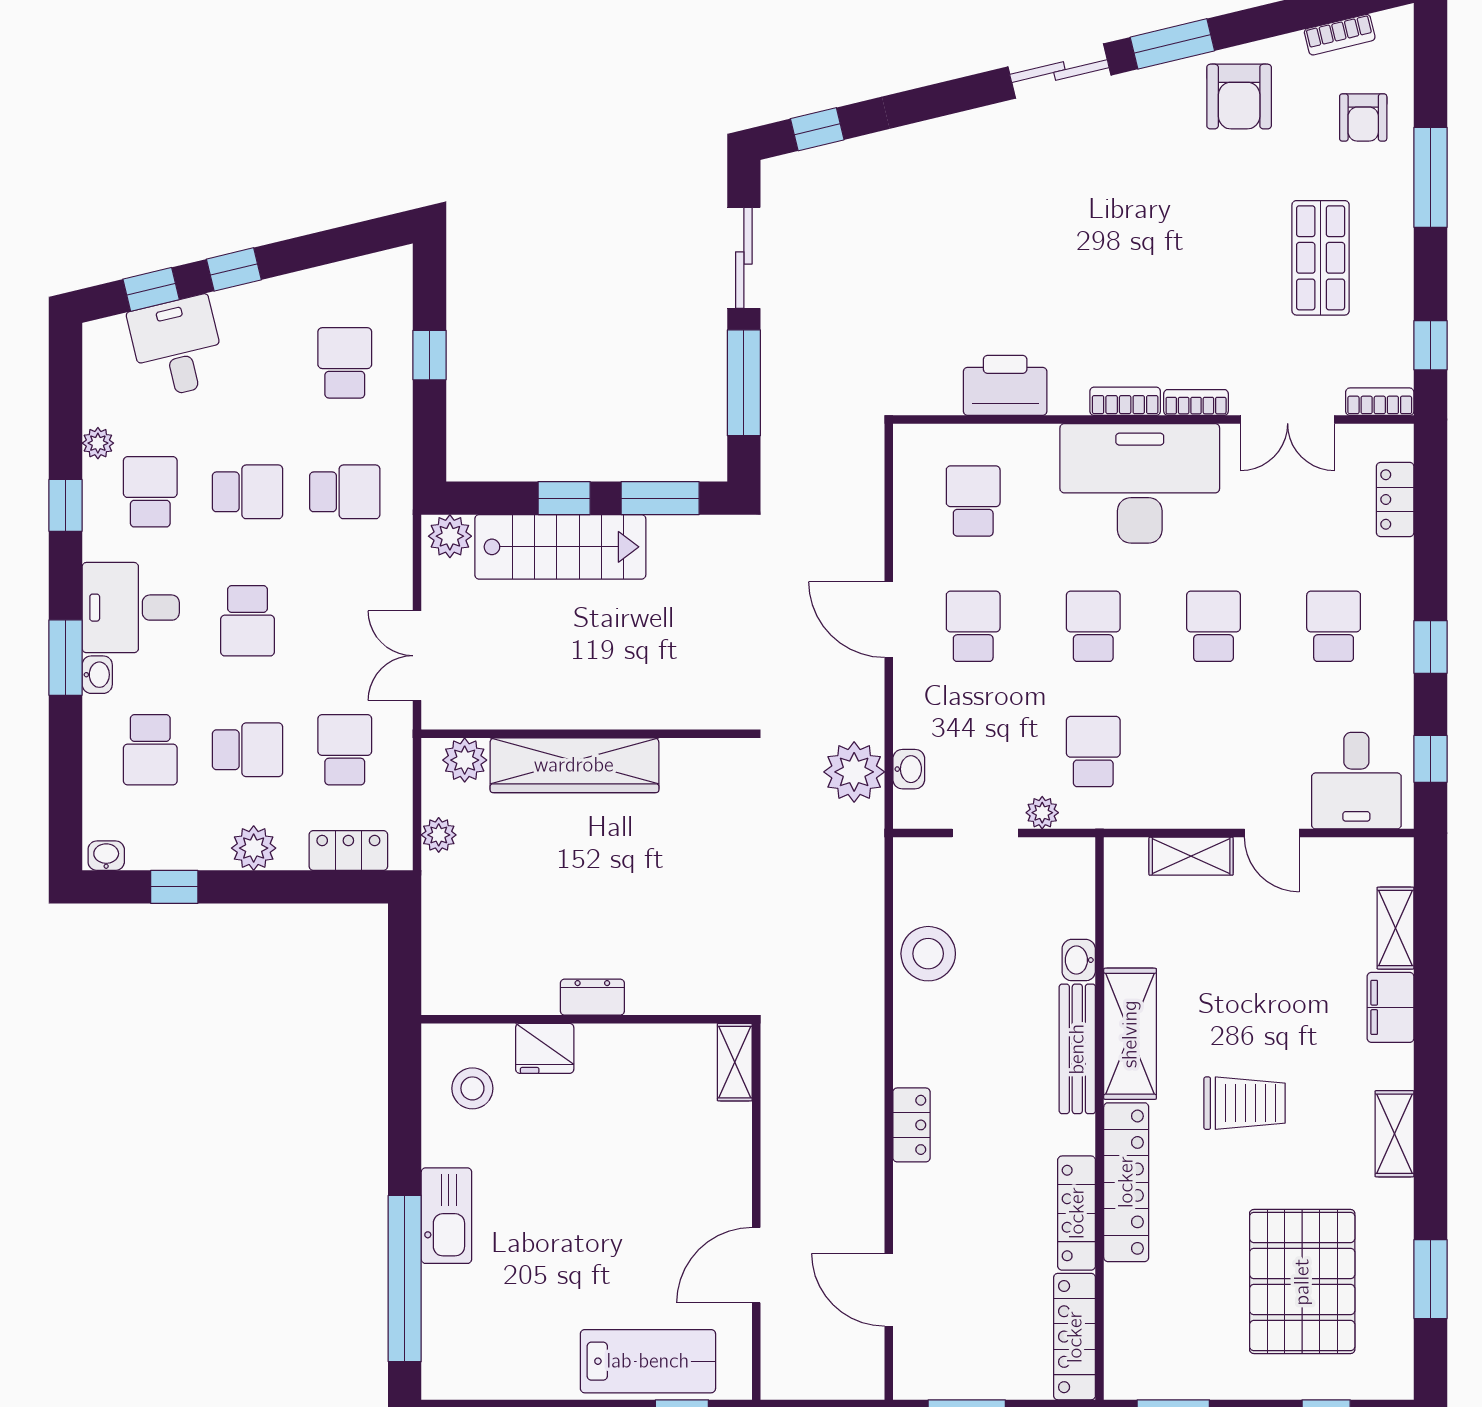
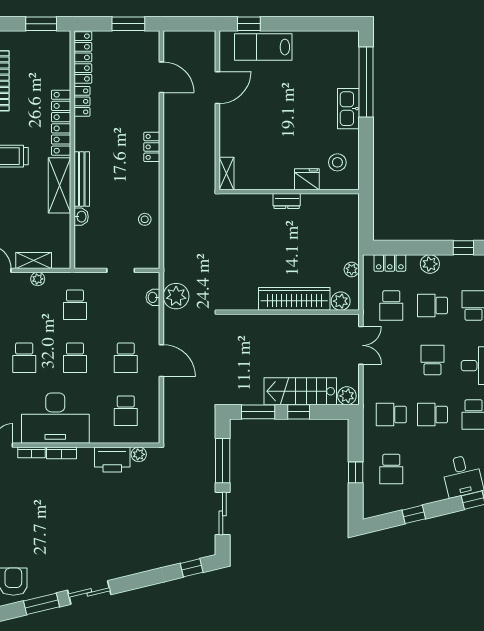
window: (234, 269) -> (414, 514), moved
plant: (942, 398) -> (139, 454), added
plant: (1042, 813) -> (38, 279), moved
stool: (928, 954) -> (145, 219), width x0.53, depth x0.53
locker: (1077, 1213) -> (82, 101), width x0.66

